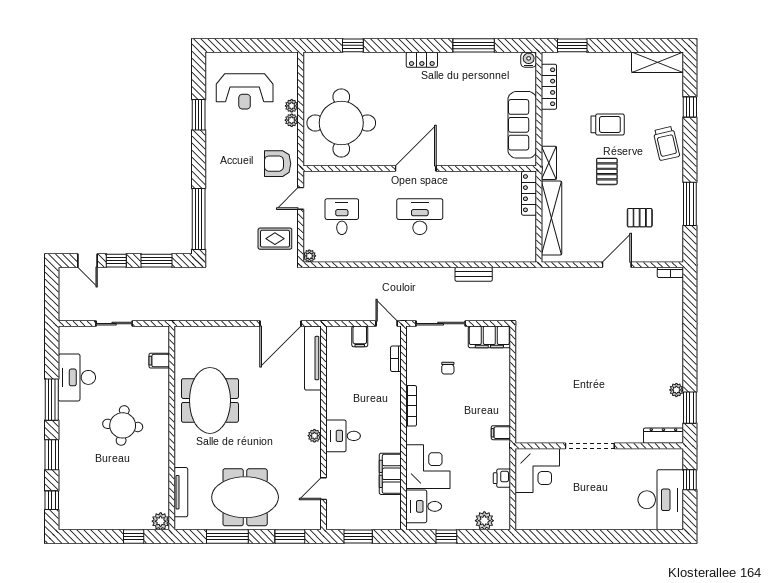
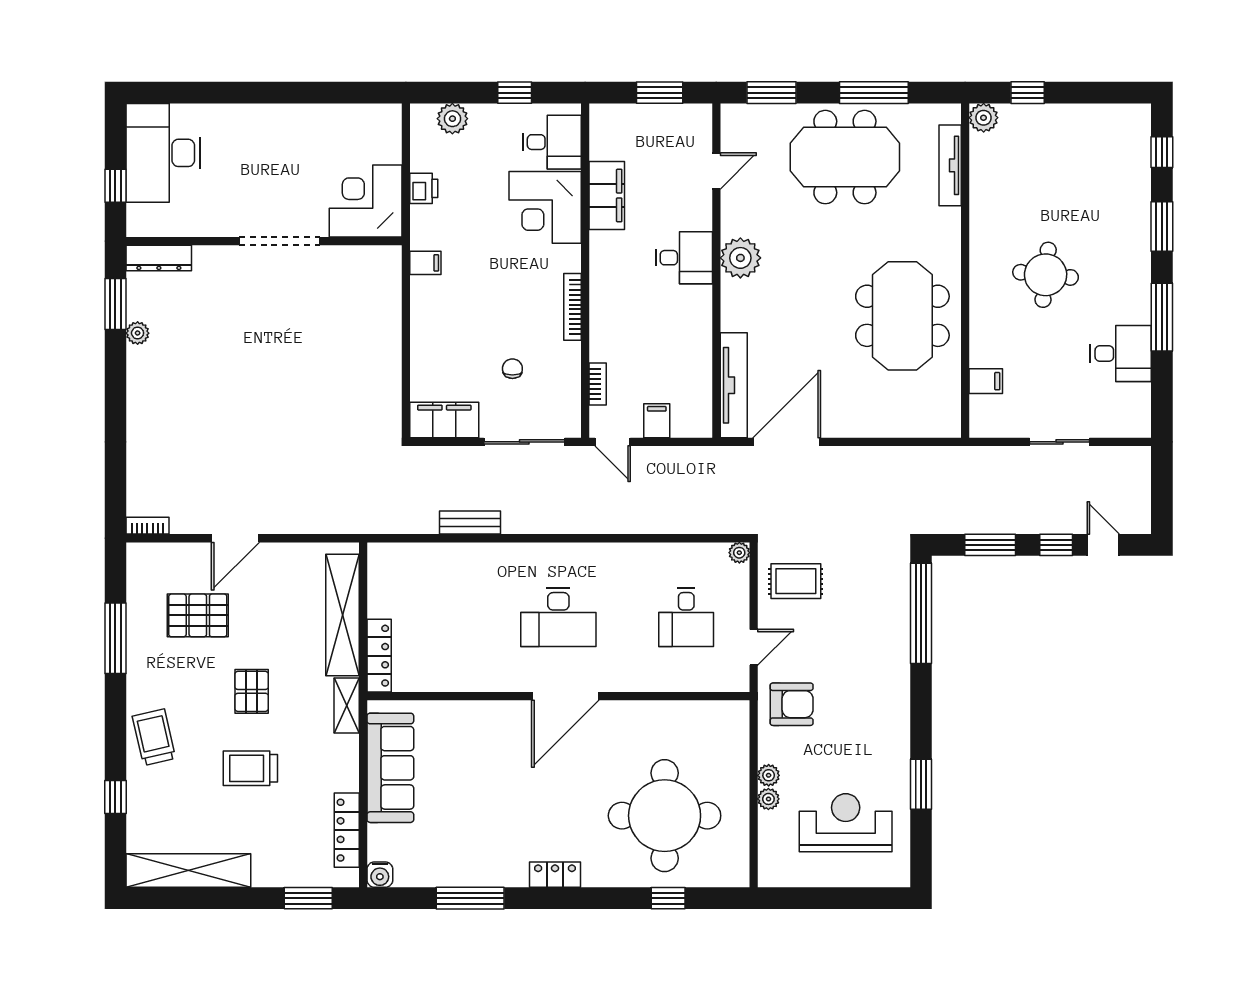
shelving: (657, 62) -> (188, 871), width x1.47
round table: (341, 123) -> (665, 816), moved
pallet: (640, 218) -> (198, 615), width x1.50, depth x1.42
desk: (77, 377) -> (1121, 353), width x0.73
plant: (314, 436) -> (740, 258), width x1.87, depth x1.87

